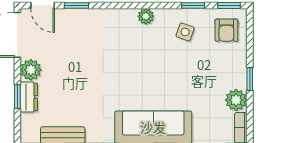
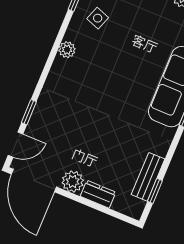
window: (17, 97) -> (93, 205), removed

